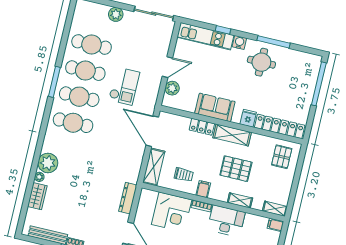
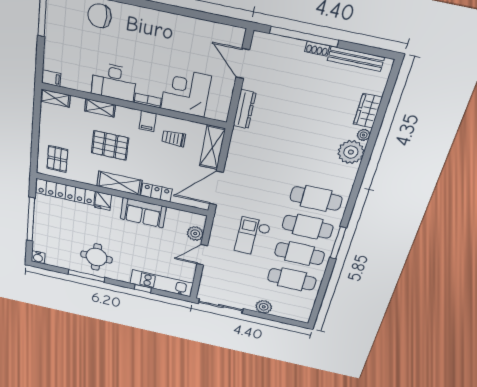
water cooler: (239, 42) -> (38, 257), moved
window: (319, 84) -> (31, 219), moved
door: (152, 131) -> (216, 188), swing flipped

